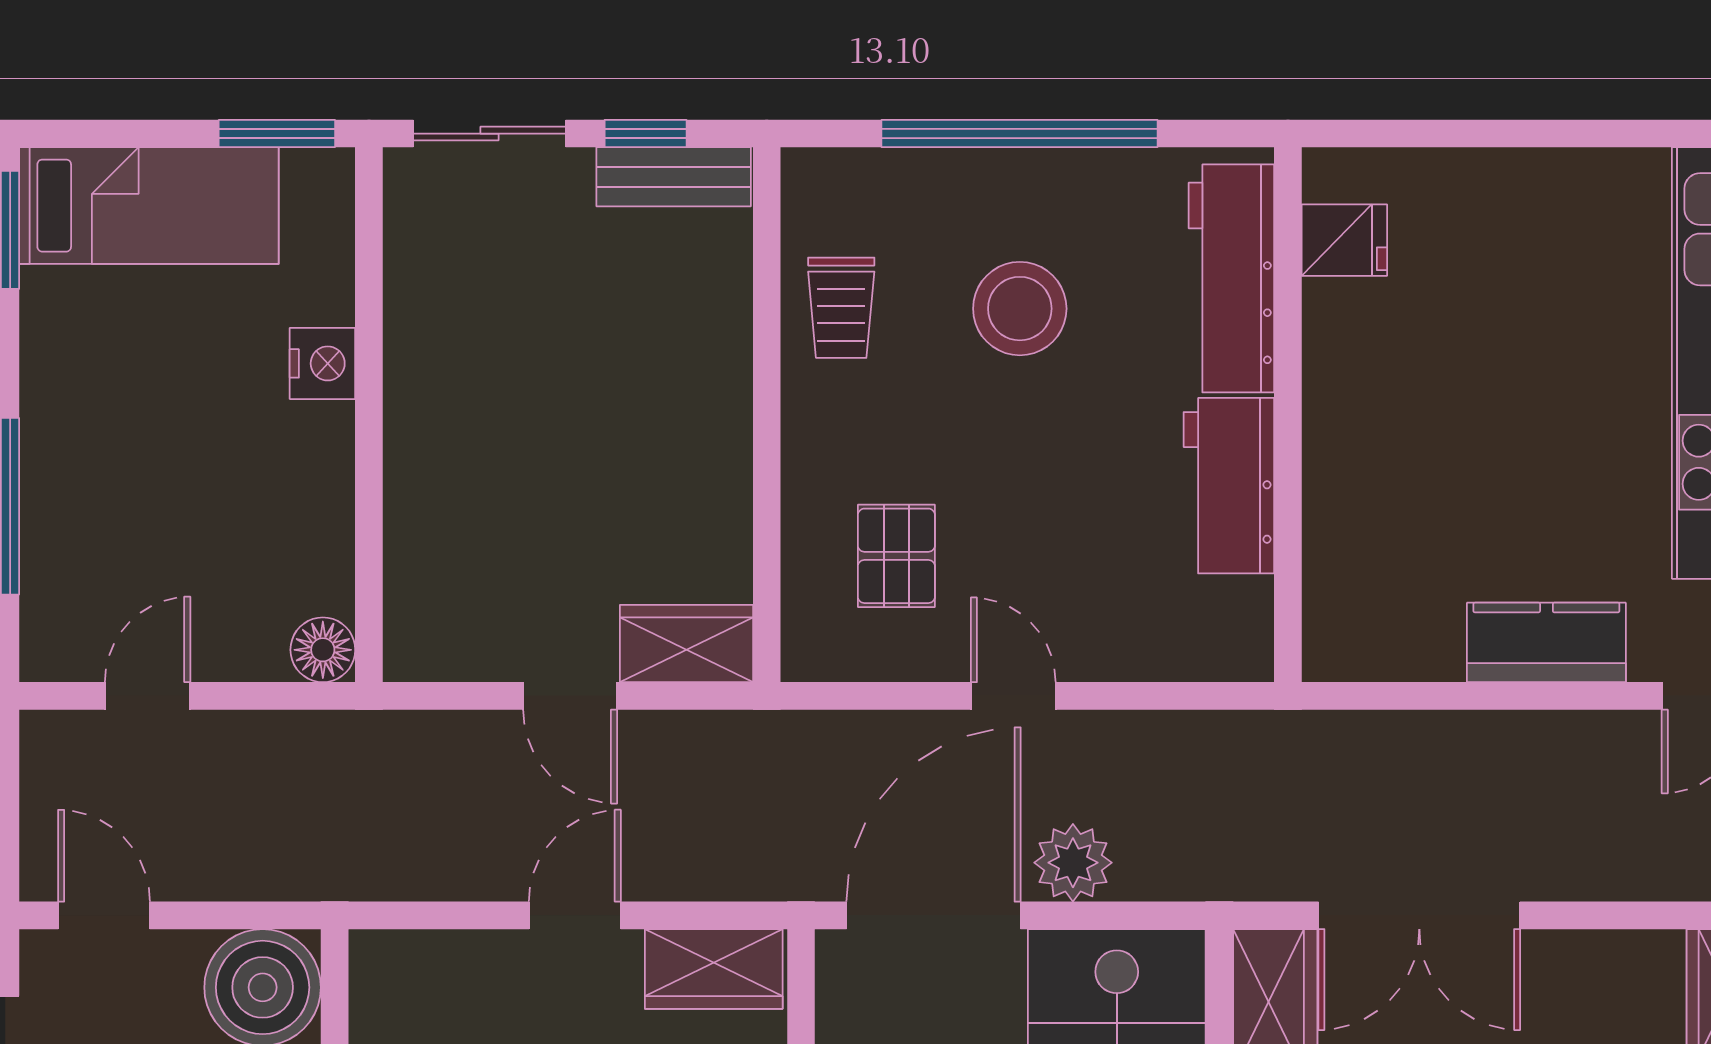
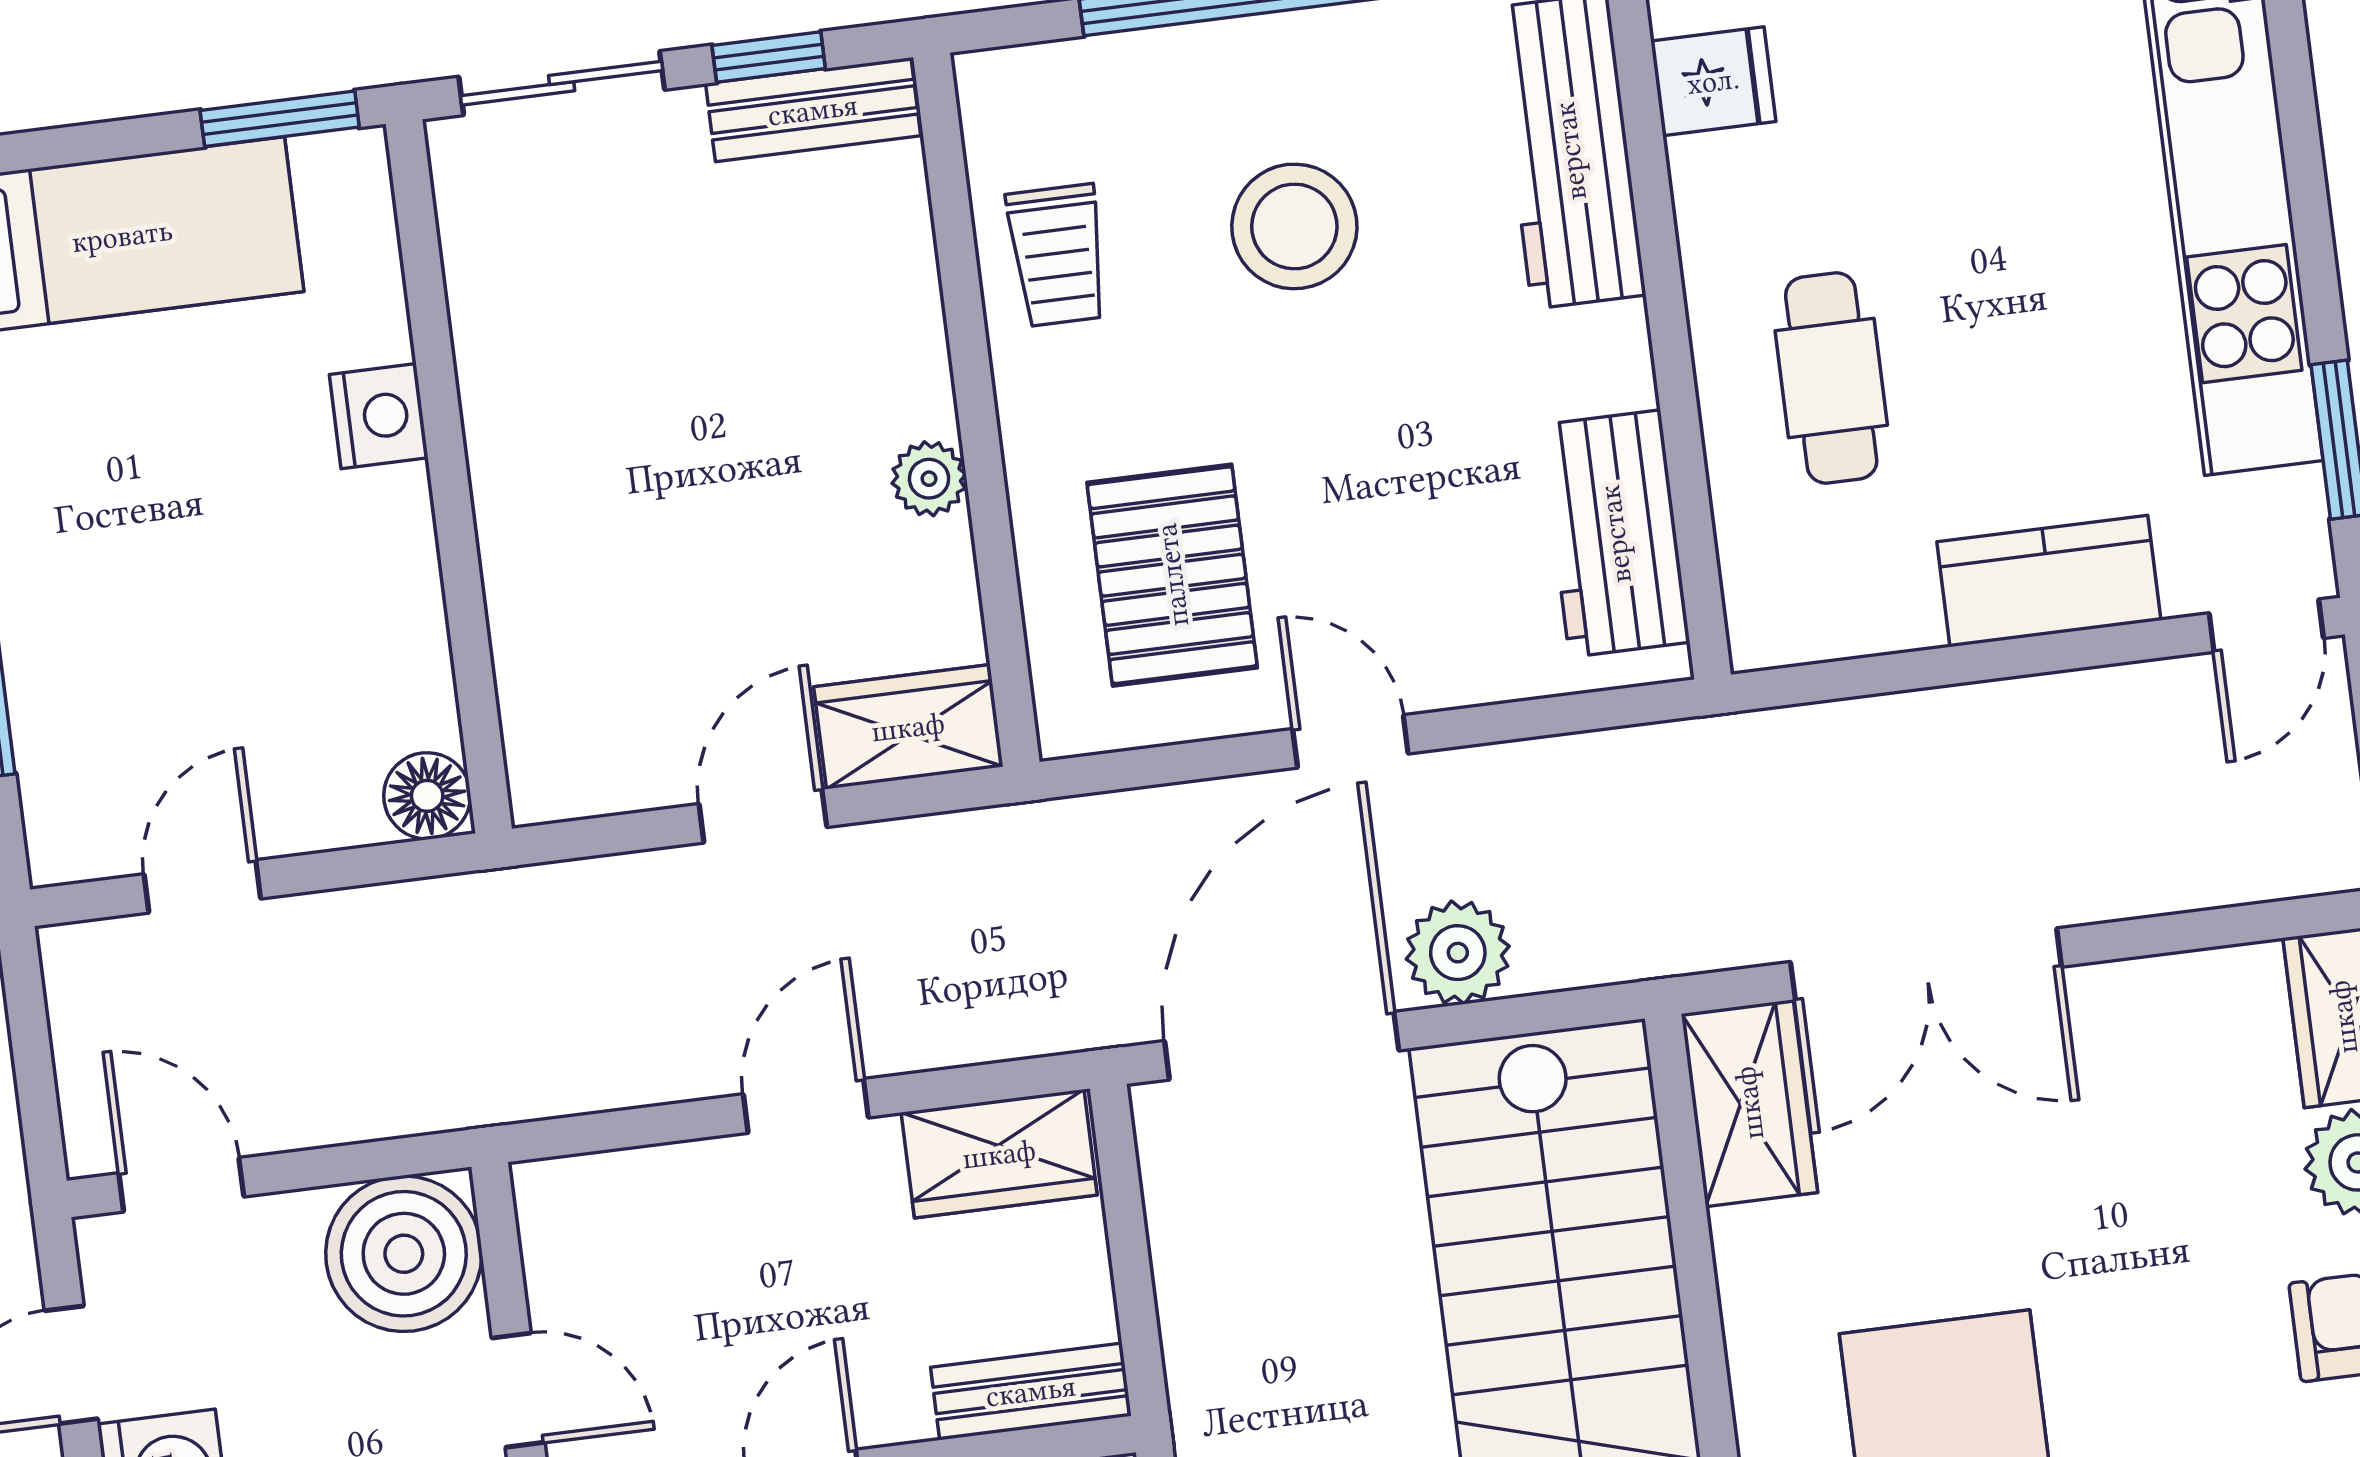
plant: (725, 461) -> (929, 479), added
cafe table: (1404, 471) -> (1831, 378), added
workbench: (1229, 486) -> (1615, 534), moved
pallet: (896, 556) -> (1172, 575), width x1.50, depth x1.42
door: (570, 696) -> (763, 816), swing flipped

